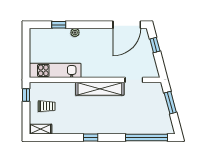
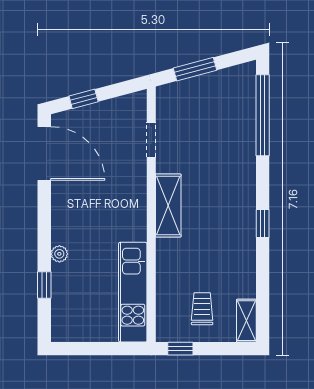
shelving: (100, 89) -> (168, 205), width x0.68

